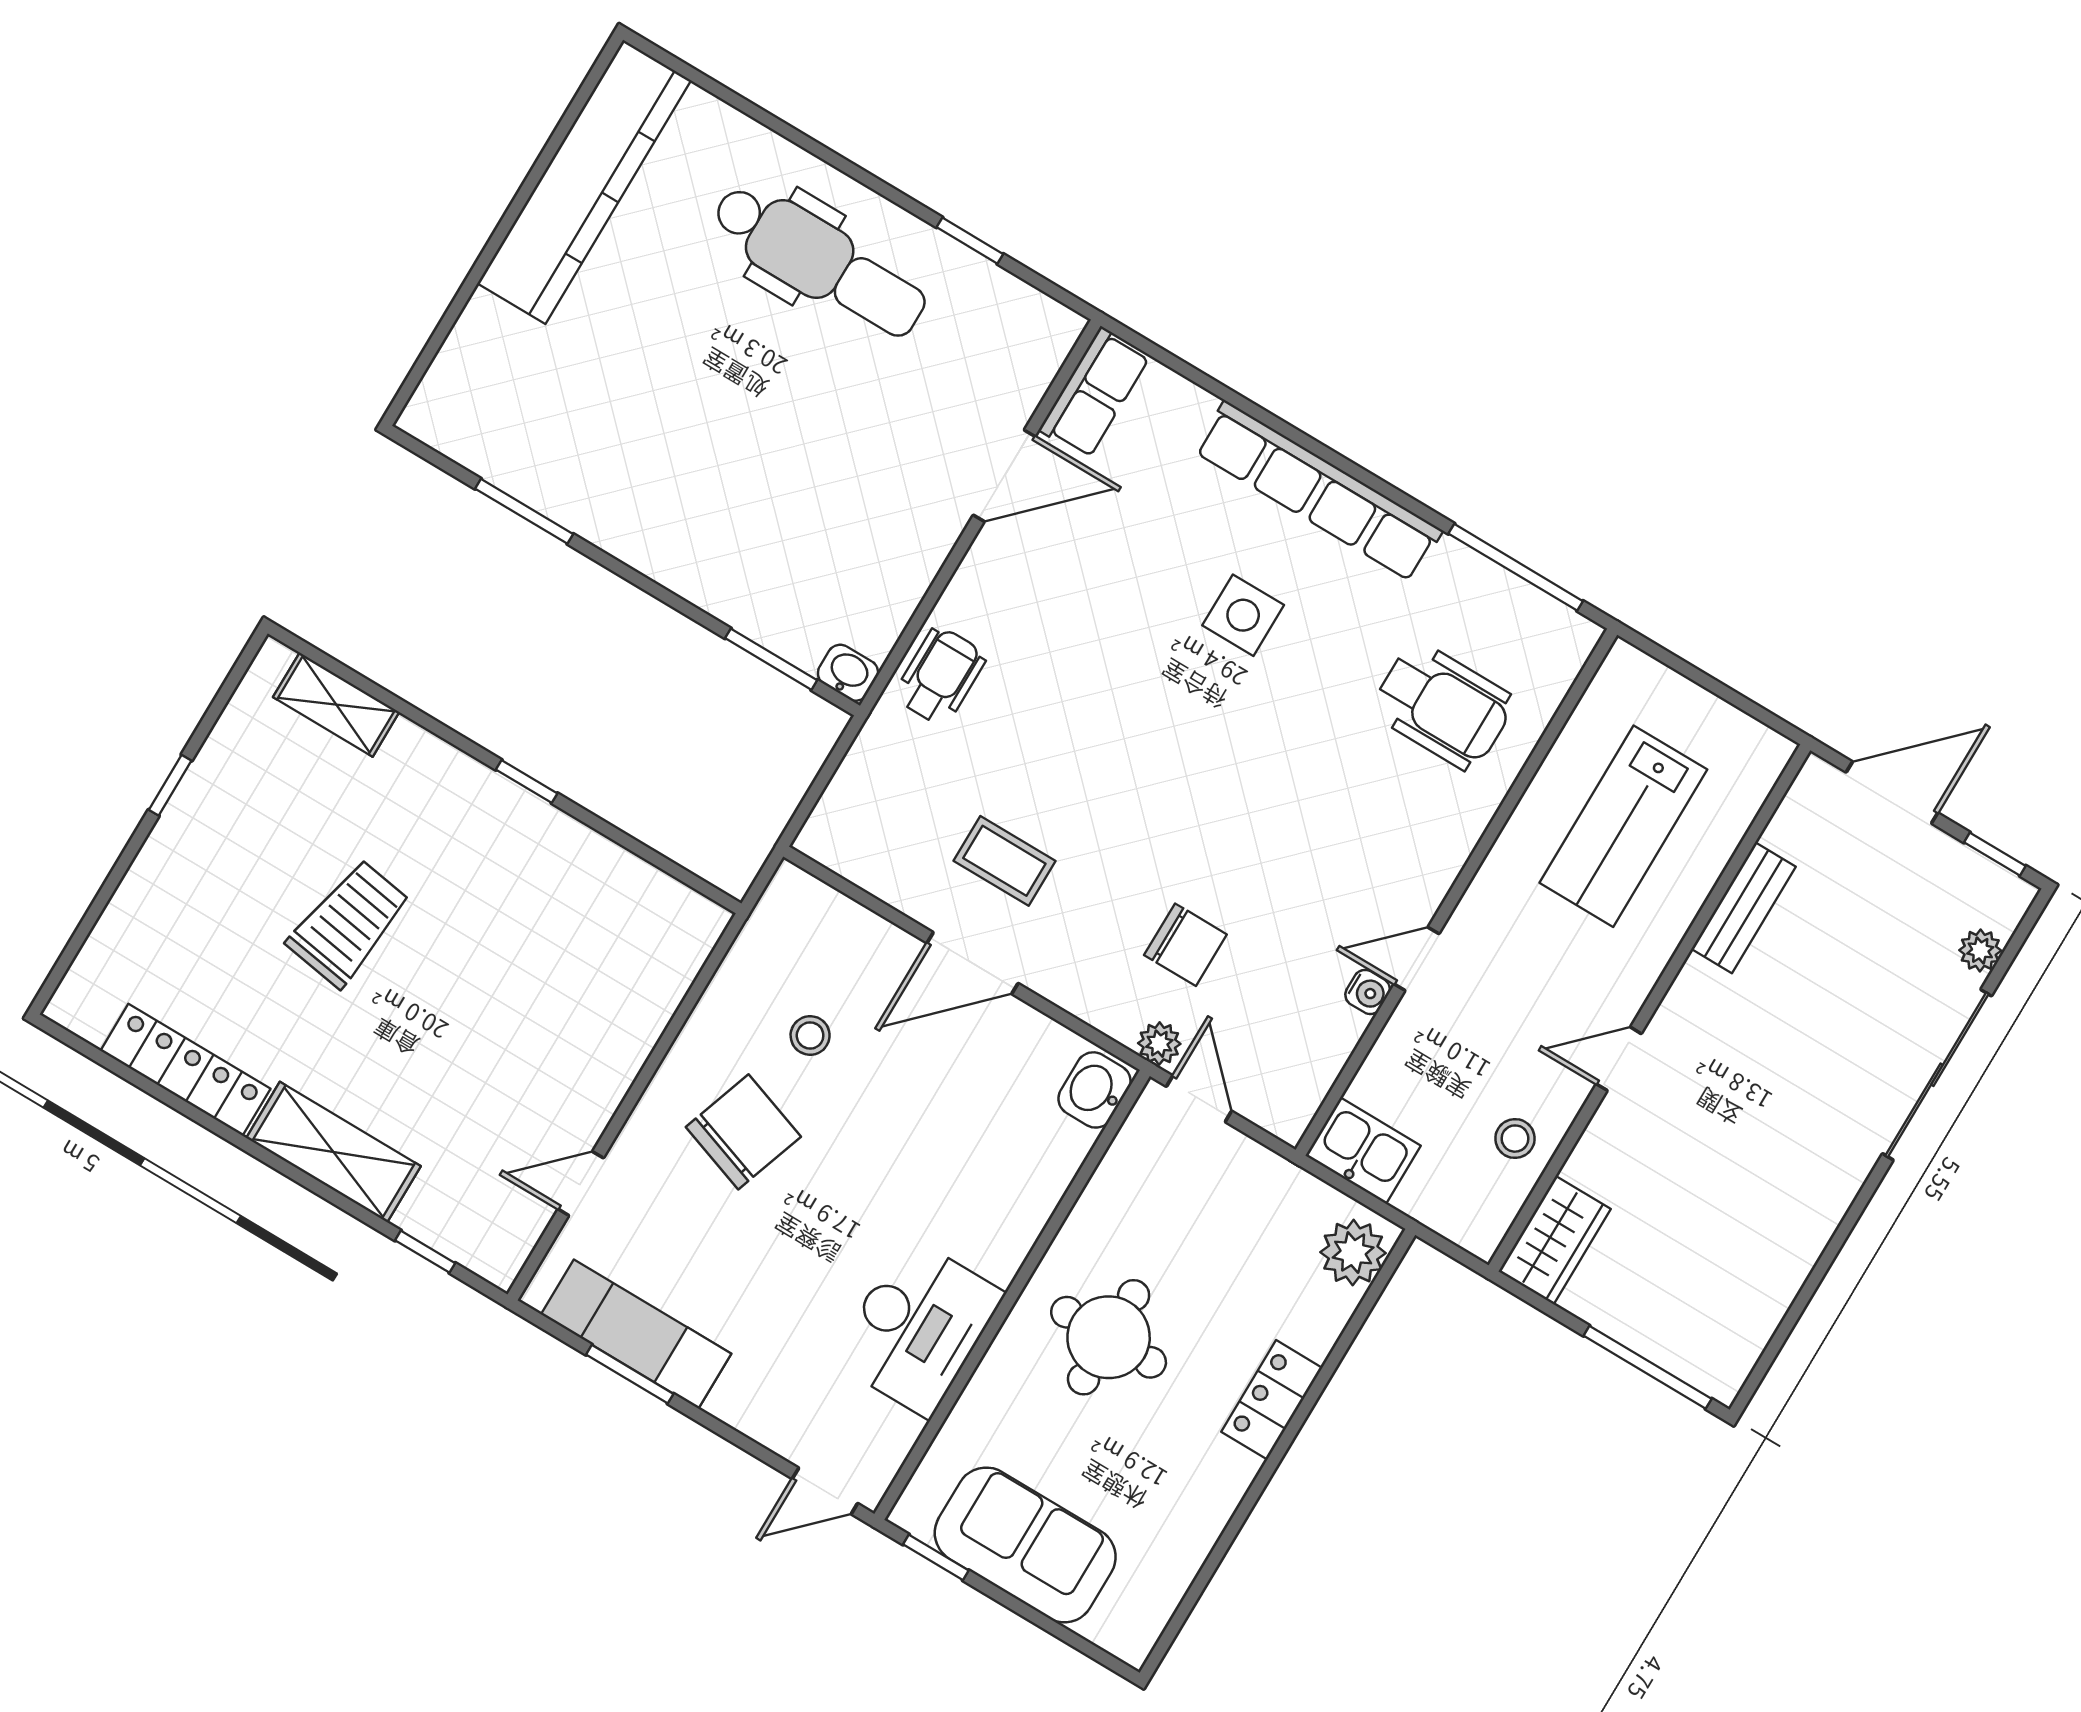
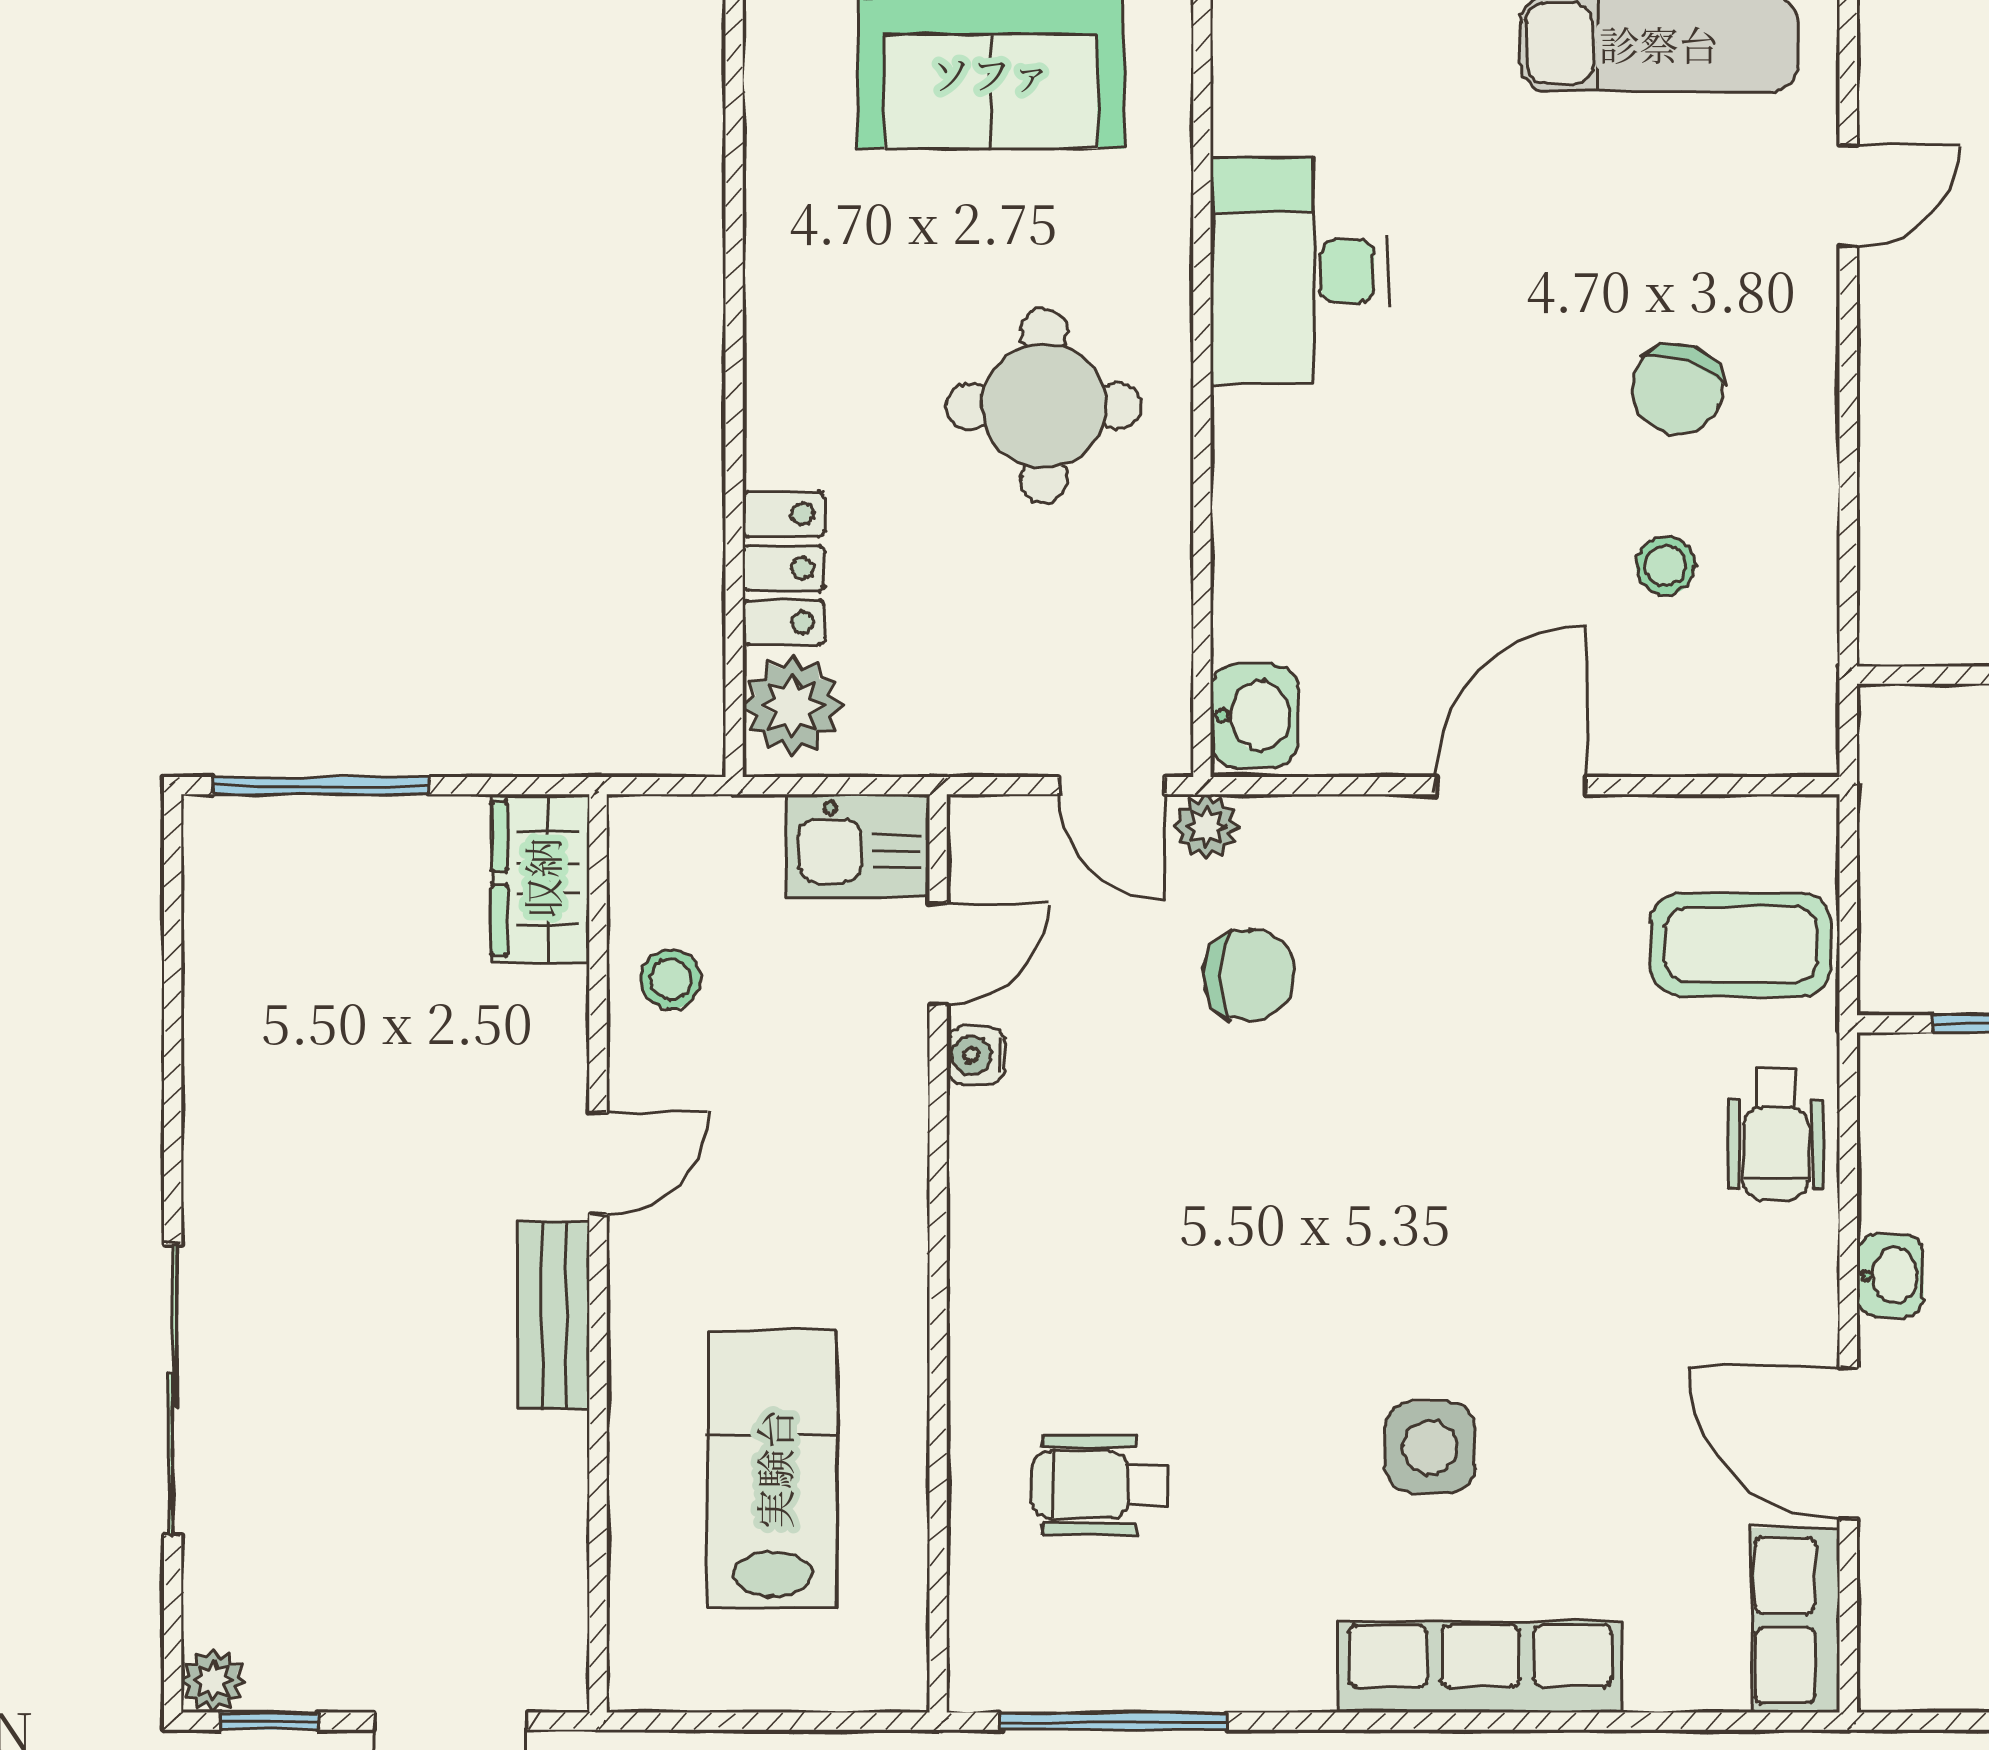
door: (1004, 476) -> (1848, 1443), hinge flipped
row of seats: (1318, 491) -> (1480, 1667), width x0.73
washbasin: (848, 673) -> (1890, 1275), moved, turned -90
wheelchair: (1443, 706) -> (1100, 1485), width x0.73, depth x0.73
coffee table: (1004, 861) -> (1741, 945), moved, width x1.36, depth x1.30
bench: (1743, 908) -> (554, 1315), moved
chair: (1185, 945) -> (1249, 975), turned 180
plant: (1980, 950) -> (213, 1681), moved
door: (1416, 959) -> (938, 953), moved
chair: (743, 1132) -> (1677, 389), width x0.73, depth x0.73
locker: (1272, 1400) -> (784, 568), moved

